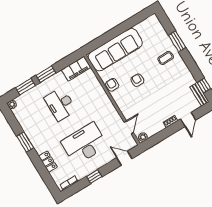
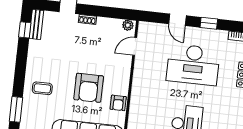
window: (177, 41) -> (16, 109), moved
armchair: (137, 80) -> (89, 88), width x1.88, depth x1.88
door: (124, 158) -> (177, 20), moved

